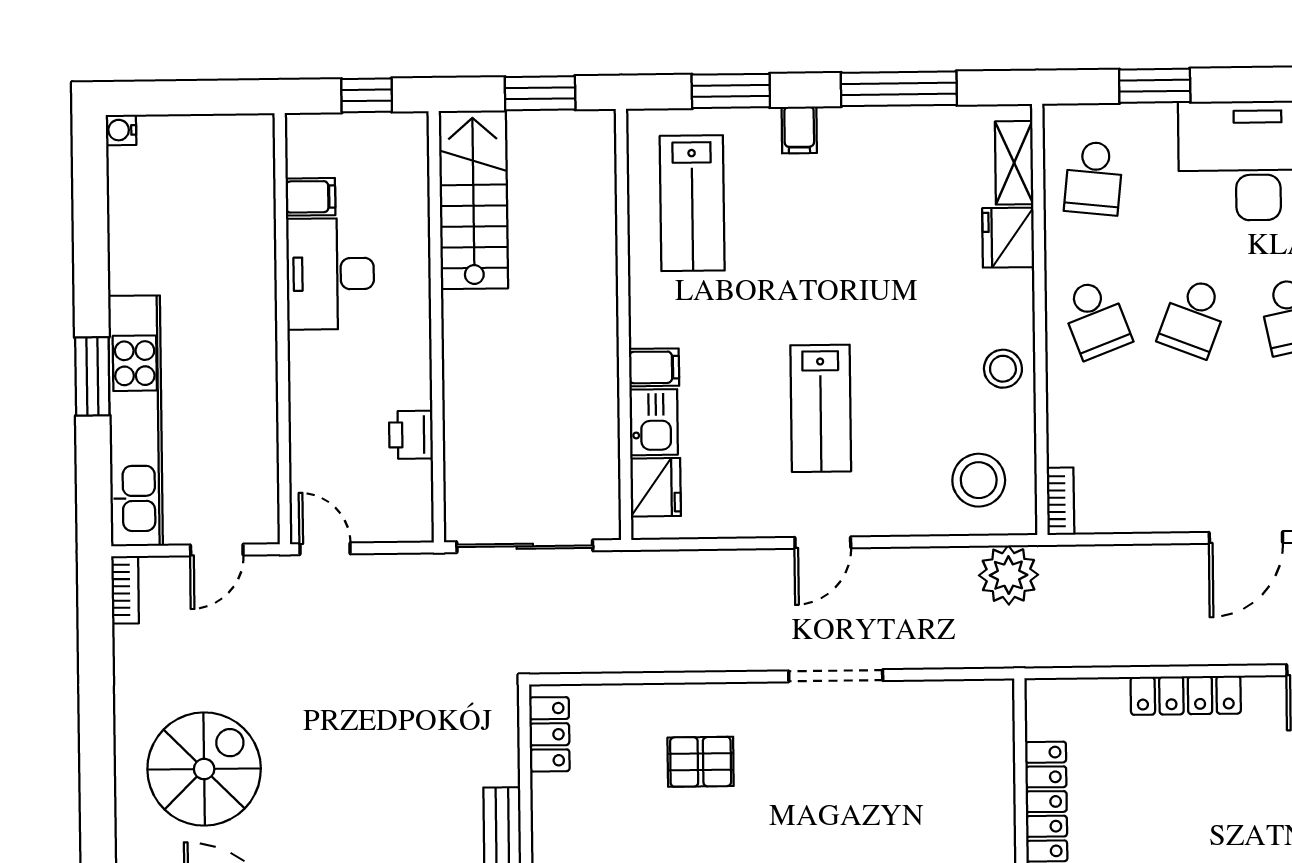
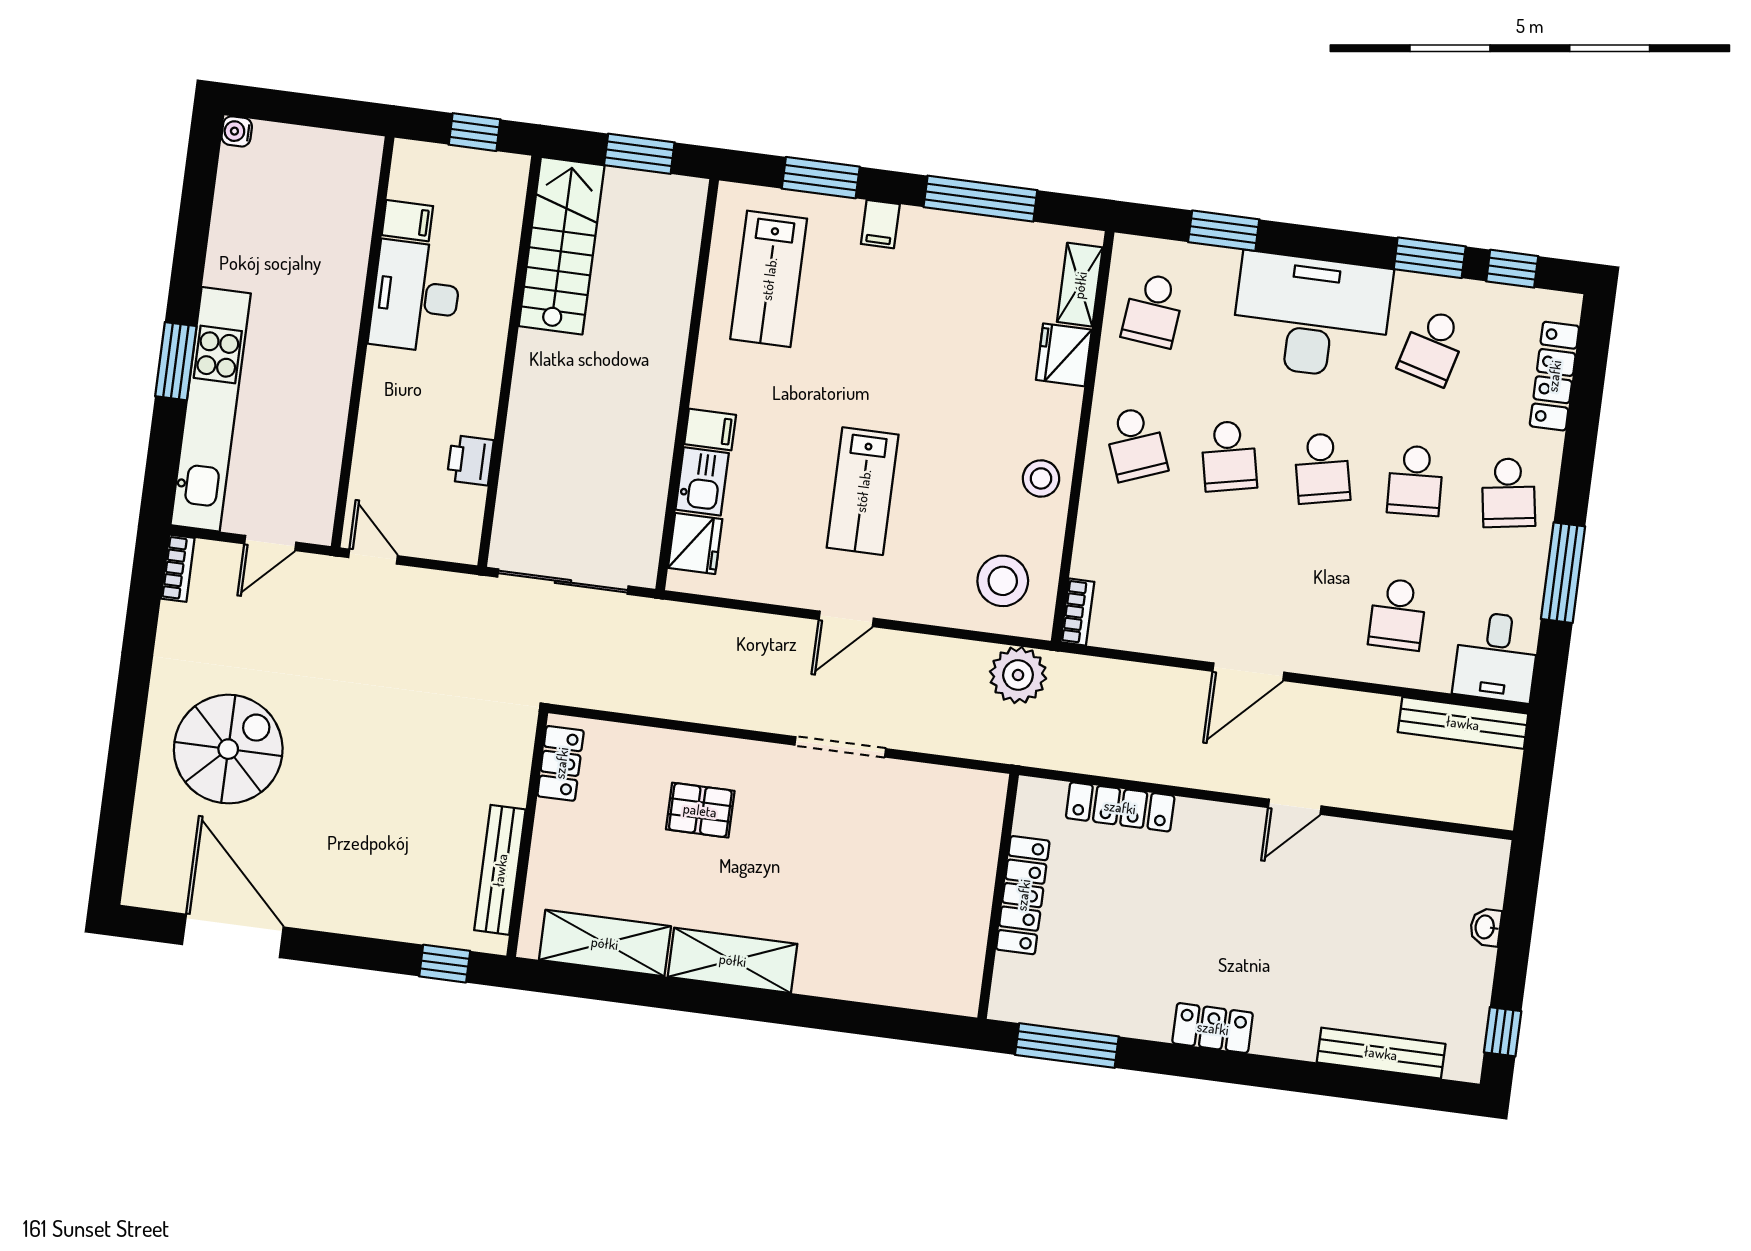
school desk: (1194, 318) -> (1229, 456), turned -33
locker: (1186, 695) -> (1120, 807), moved

